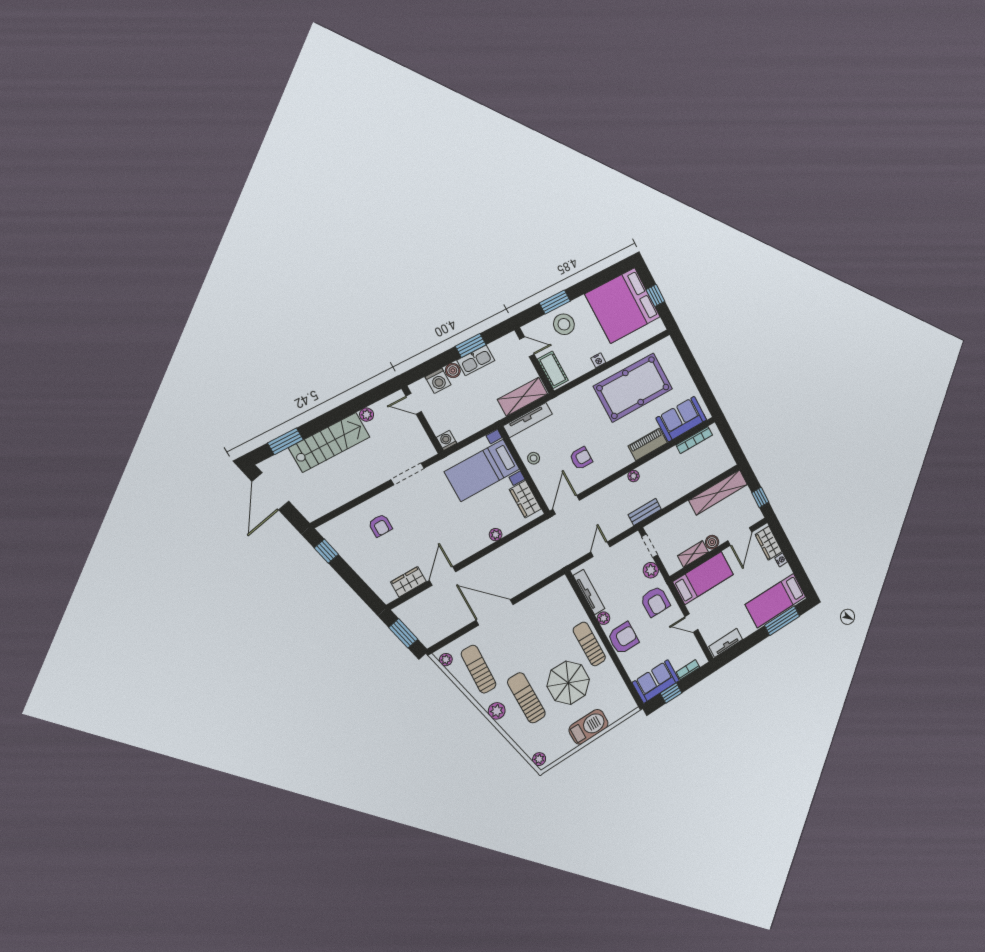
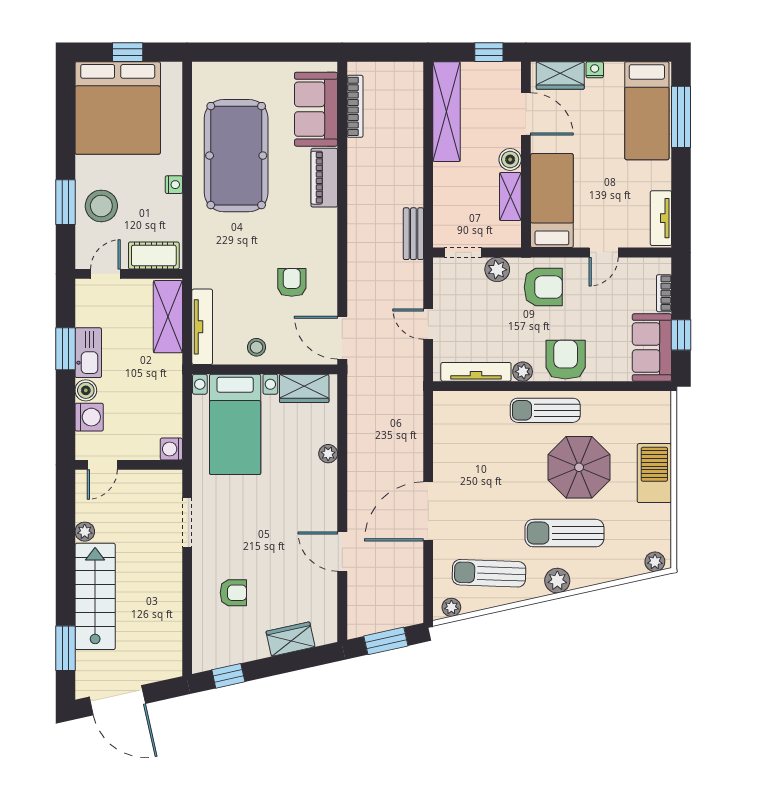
plant: (634, 476) -> (356, 222), removed
wardrobe: (408, 582) -> (291, 639), moved, turned 78

